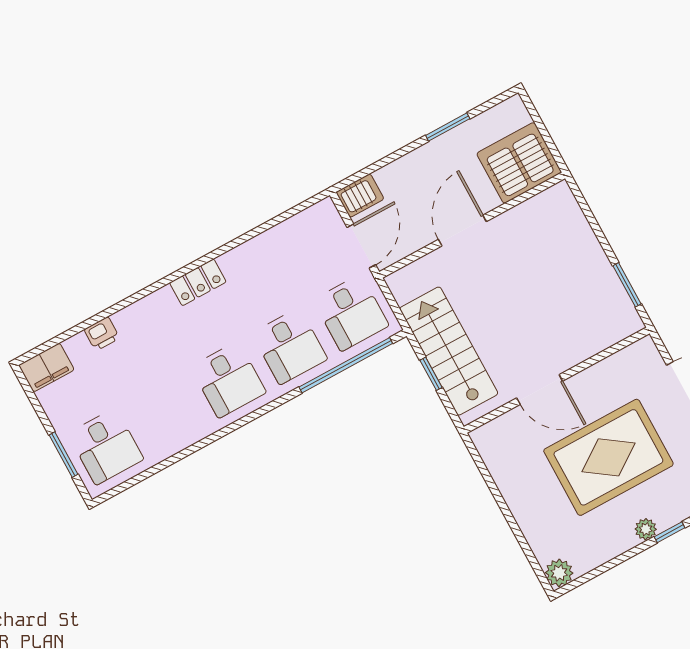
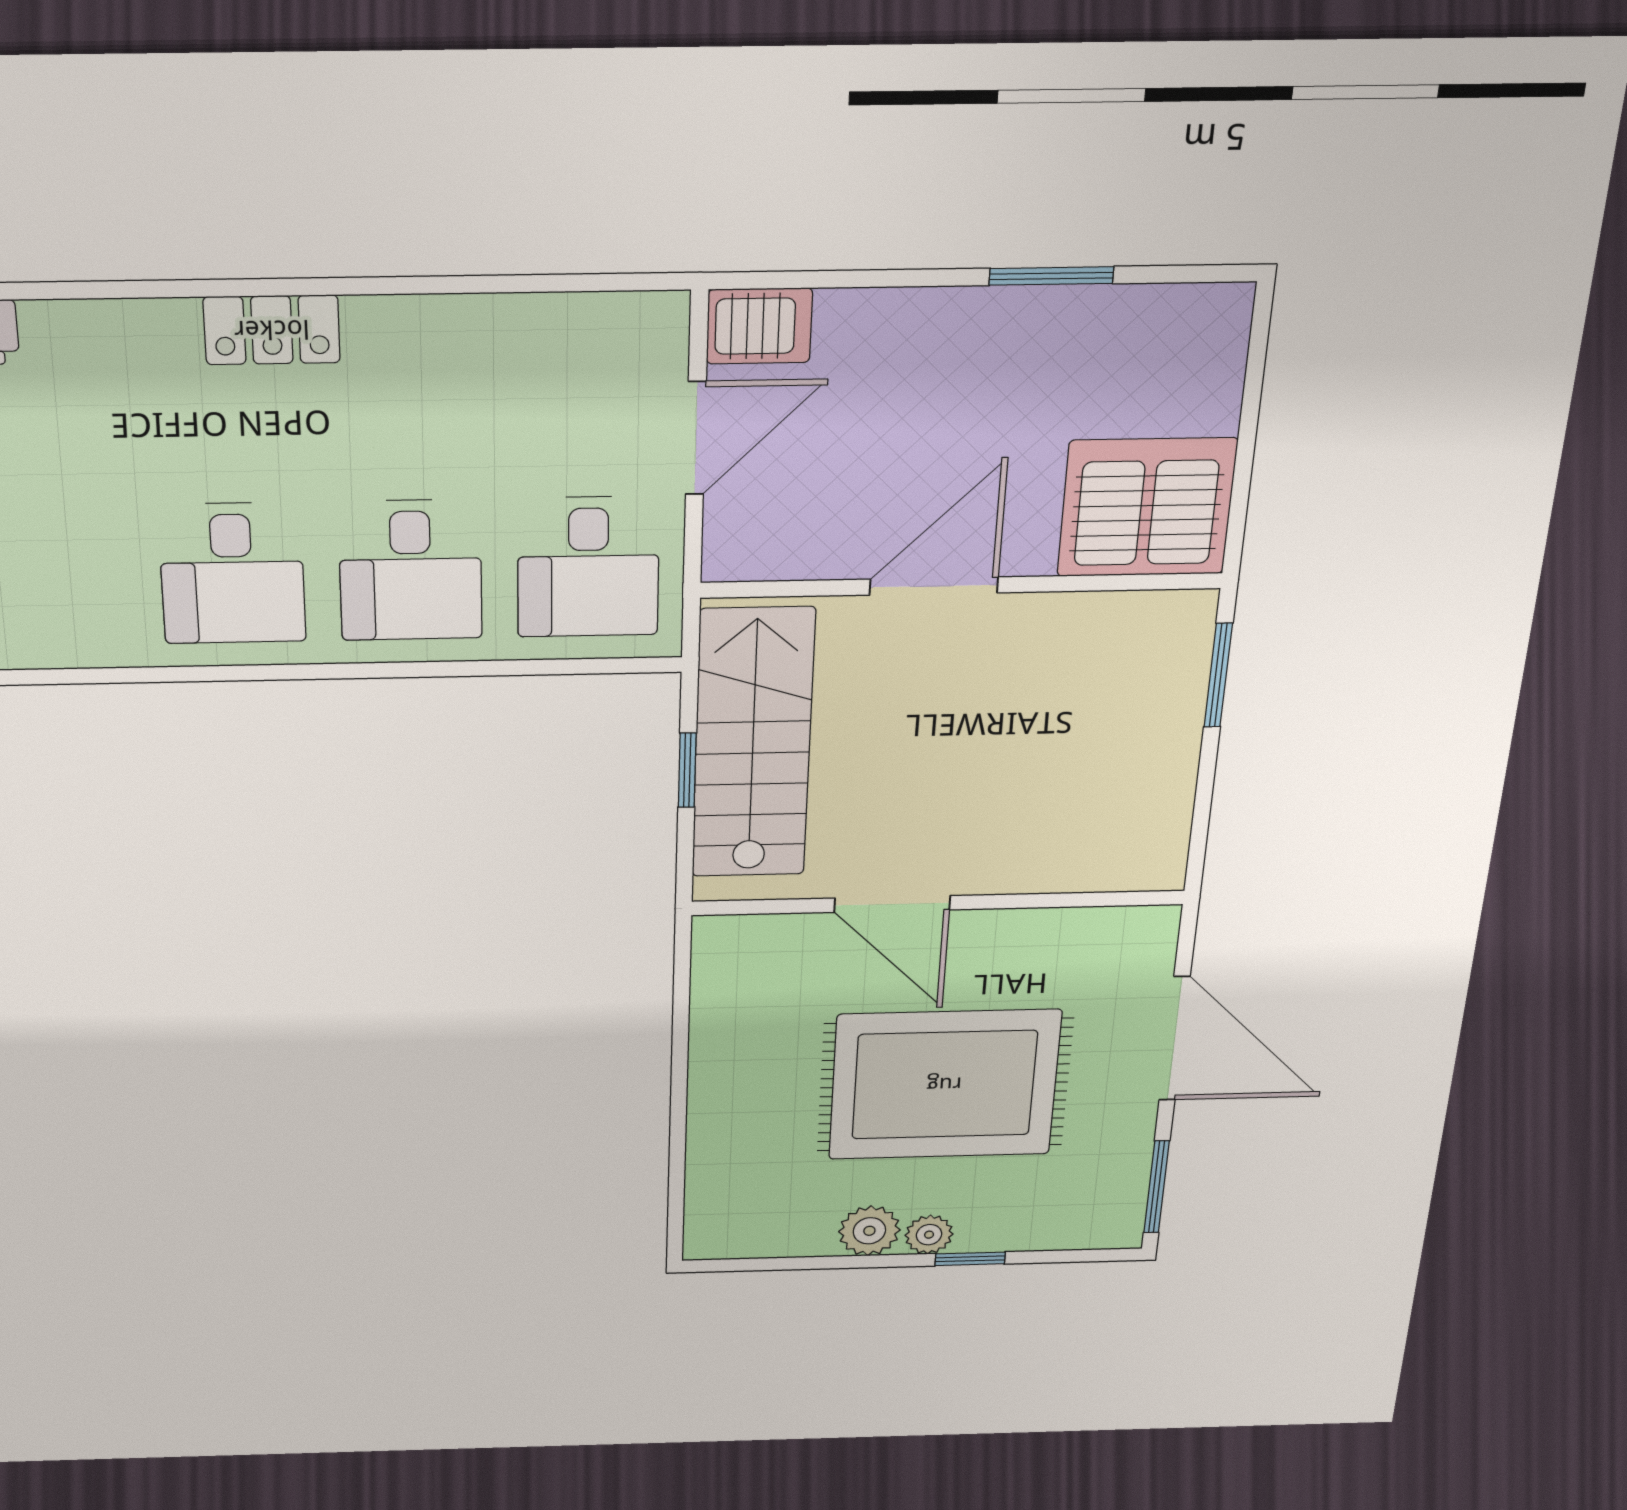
server rack: (519, 163) -> (1147, 507), moved
wall: (472, 225) -> (962, 585), moved
door: (462, 230) -> (934, 586), moved
window: (627, 285) -> (1218, 675), moved
window: (346, 365) -> (514, 668), removed
plant: (559, 573) -> (869, 1231), moved

